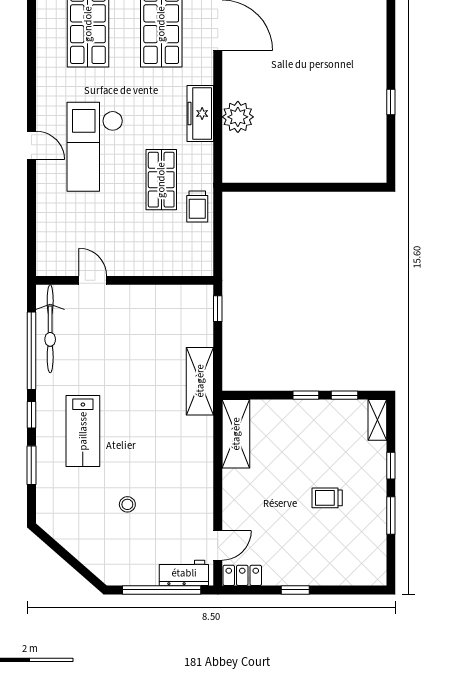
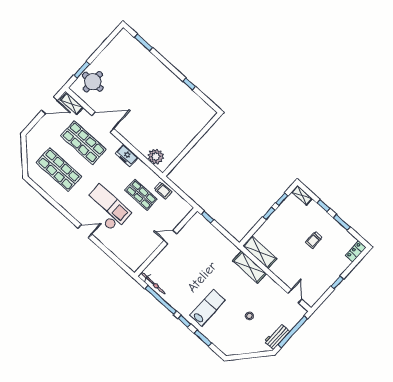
freezer: (200, 113) -> (127, 155), width x0.71
plant: (238, 117) -> (156, 157), moved
checkout: (95, 147) -> (107, 208), turned 180
door: (93, 280) -> (170, 237), moved
bicycle: (50, 329) -> (153, 283), width x0.73, depth x0.71
shelving: (200, 381) -> (249, 267), moved
lab bench: (83, 431) -> (207, 308), turned -90
workbench: (184, 573) -> (277, 336), moved
locker: (242, 575) -> (356, 251), moved

